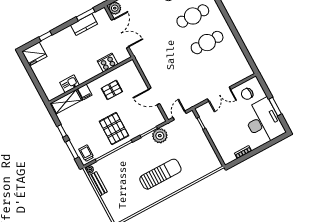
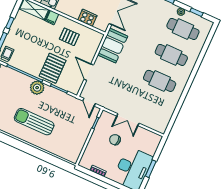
booth: (147, 59) -> (113, 46), added
chair: (247, 94) -> (115, 140), moved
door: (180, 115) -> (89, 102), swing flipped
pallet: (114, 129) -> (53, 68), moved
plant: (160, 136) -> (37, 88), moved
sun lounger: (160, 174) -> (34, 122), turned 180

